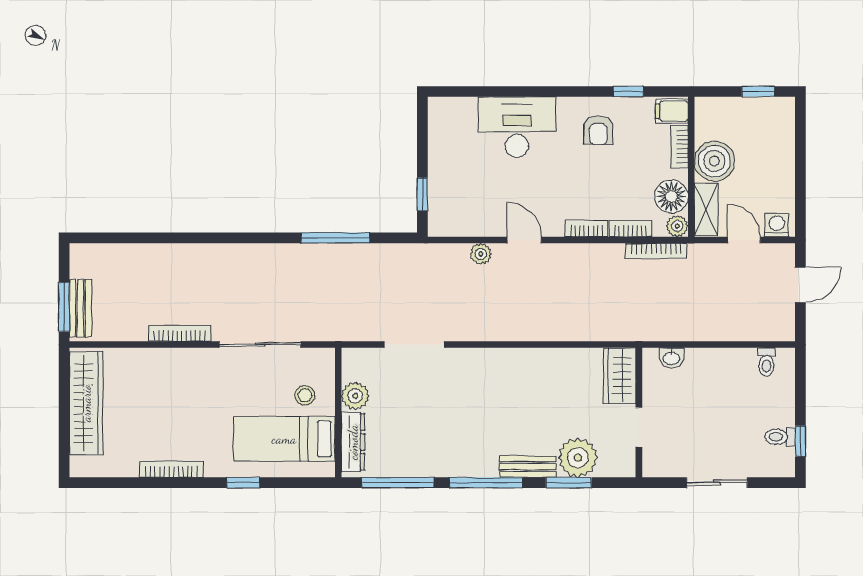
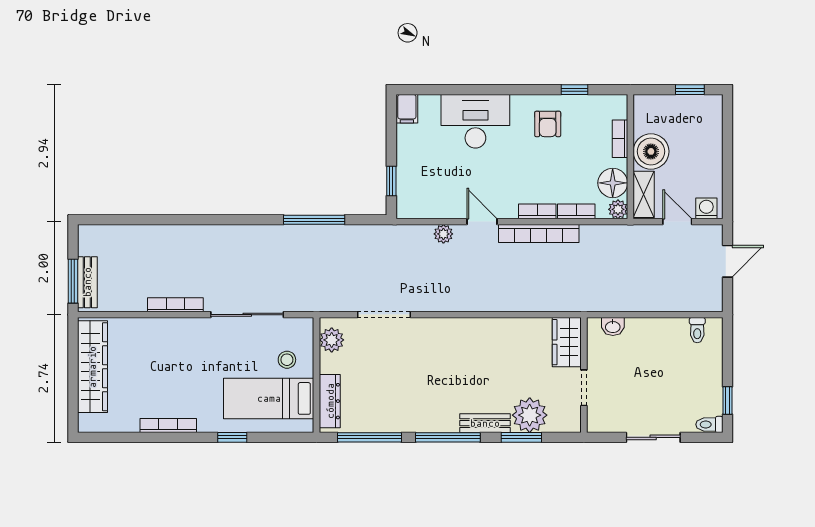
filing cabinet: (672, 111) -> (407, 109), moved, turned -90
bookcase: (656, 251) -> (539, 234), moved, width x1.48, depth x1.31
plant: (355, 396) -> (332, 340), moved
toilet: (780, 437) -> (709, 424), moved

